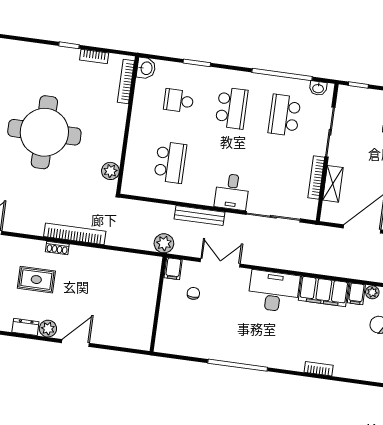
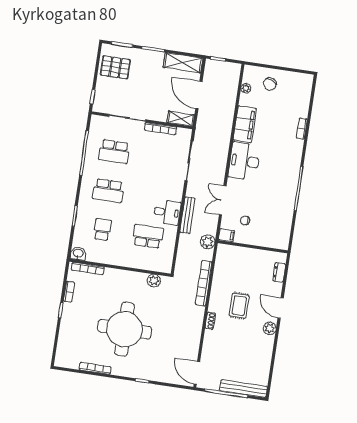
washbasin: (318, 88) -> (95, 126), removed
school desk: (179, 101) -> (102, 230), turned 180
school desk: (232, 108) -> (108, 191), turned 180
shelving: (333, 184) -> (181, 119), moved
desk: (232, 192) -> (167, 212), moved
bookcase: (75, 234) -> (204, 283), moved
rug: (36, 280) -> (239, 306), moved
filing cabinet: (356, 294) -> (247, 100), removed
dresser: (25, 327) -> (279, 272), moved

